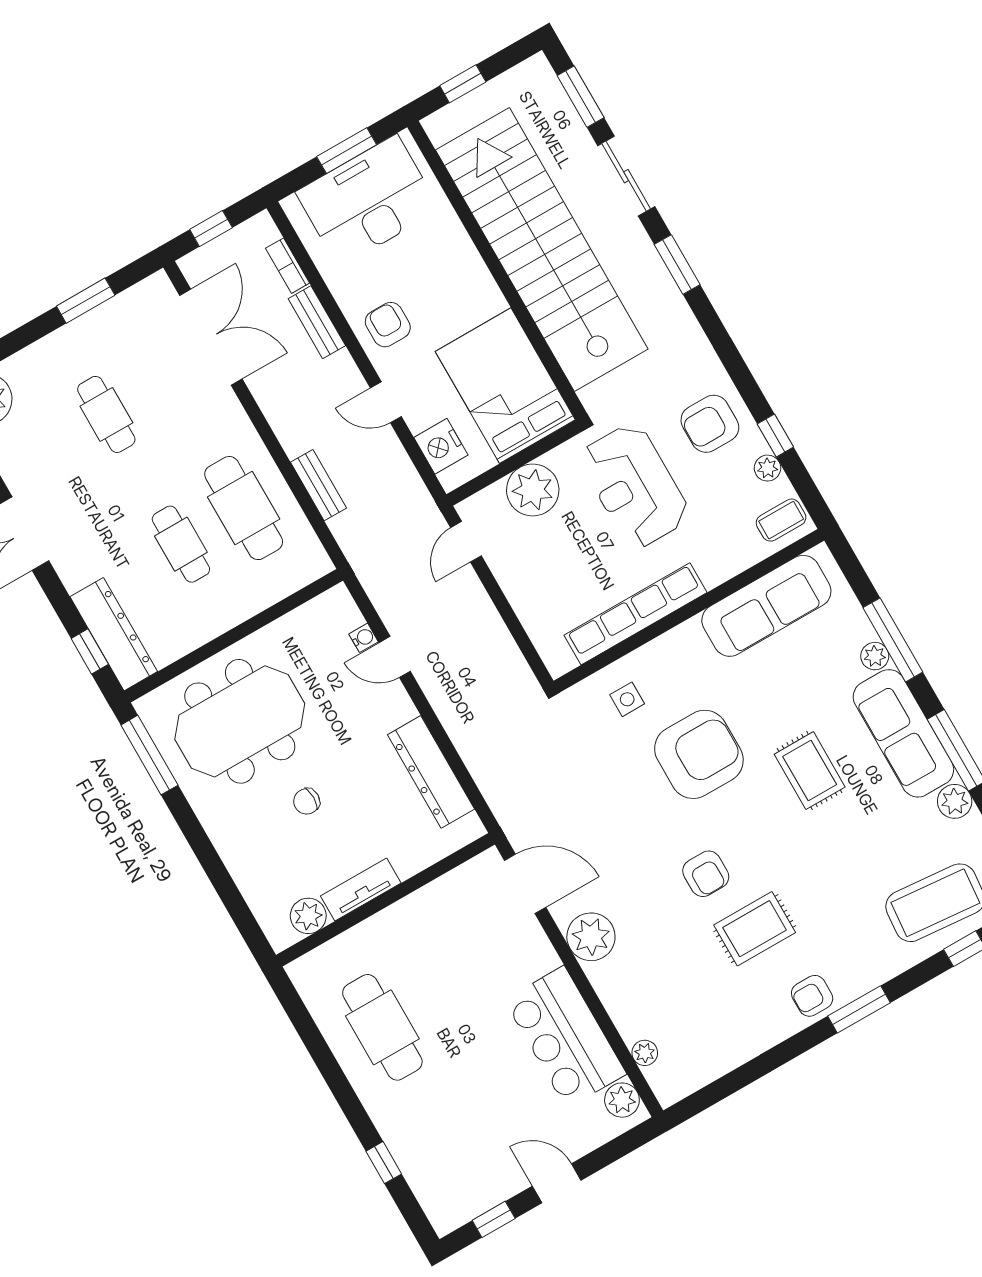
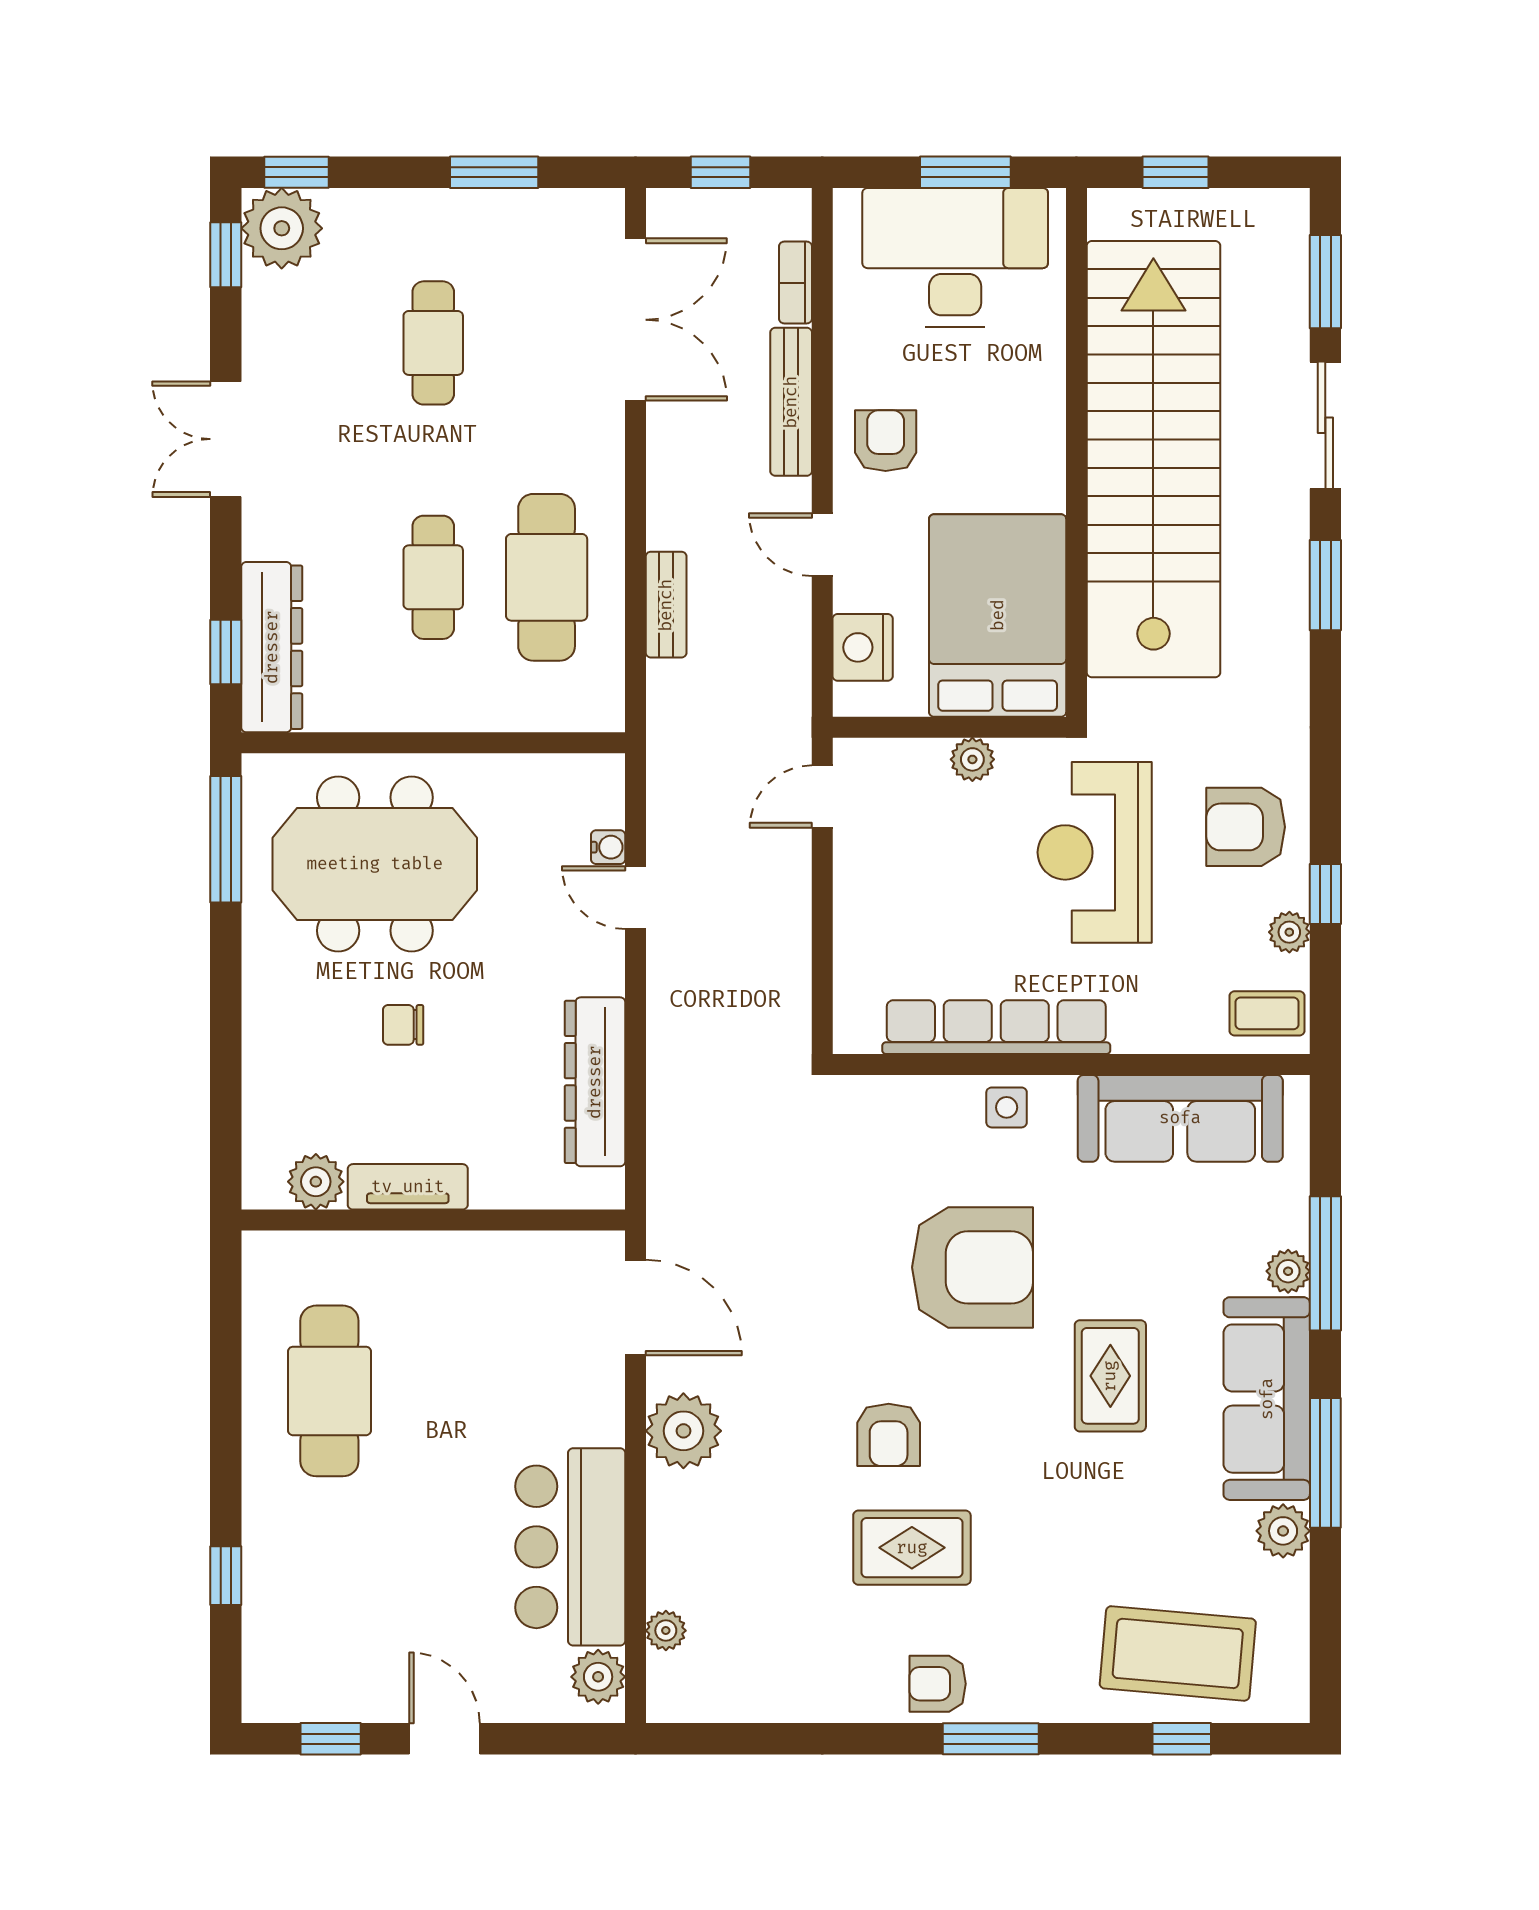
bench: (317, 322) -> (791, 402), width x1.36
plant: (533, 490) -> (972, 759), width x0.53, depth x0.53
side table: (627, 699) -> (1007, 1107), moved

